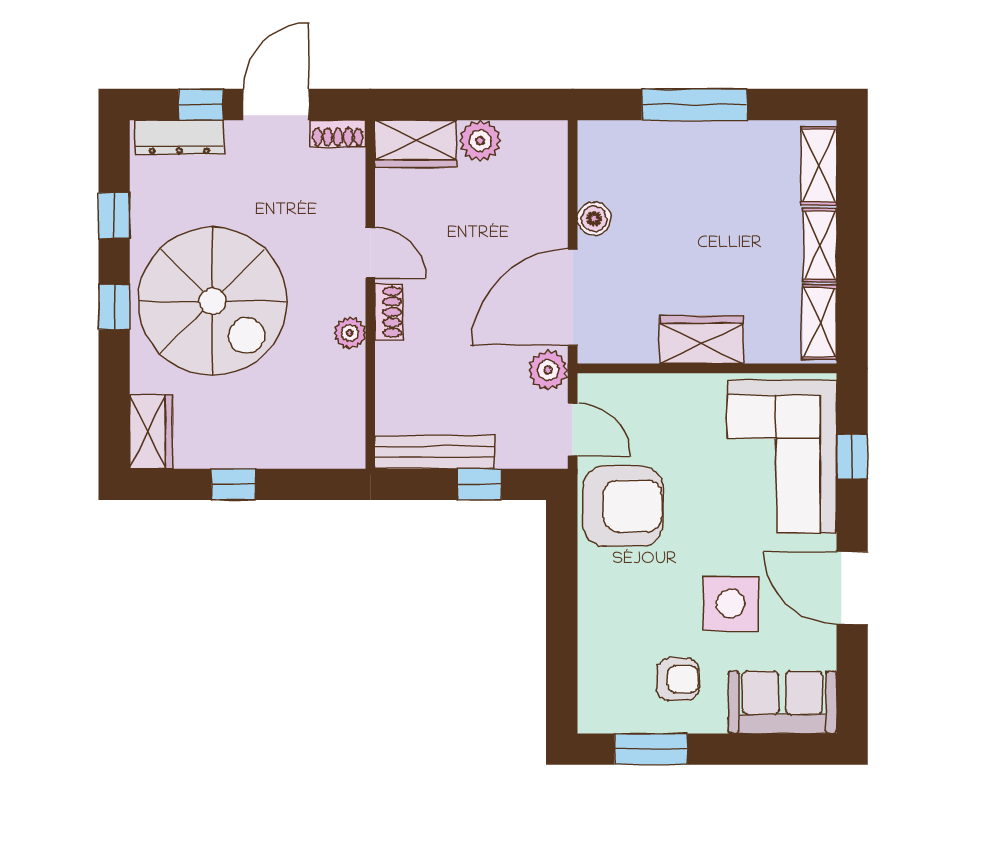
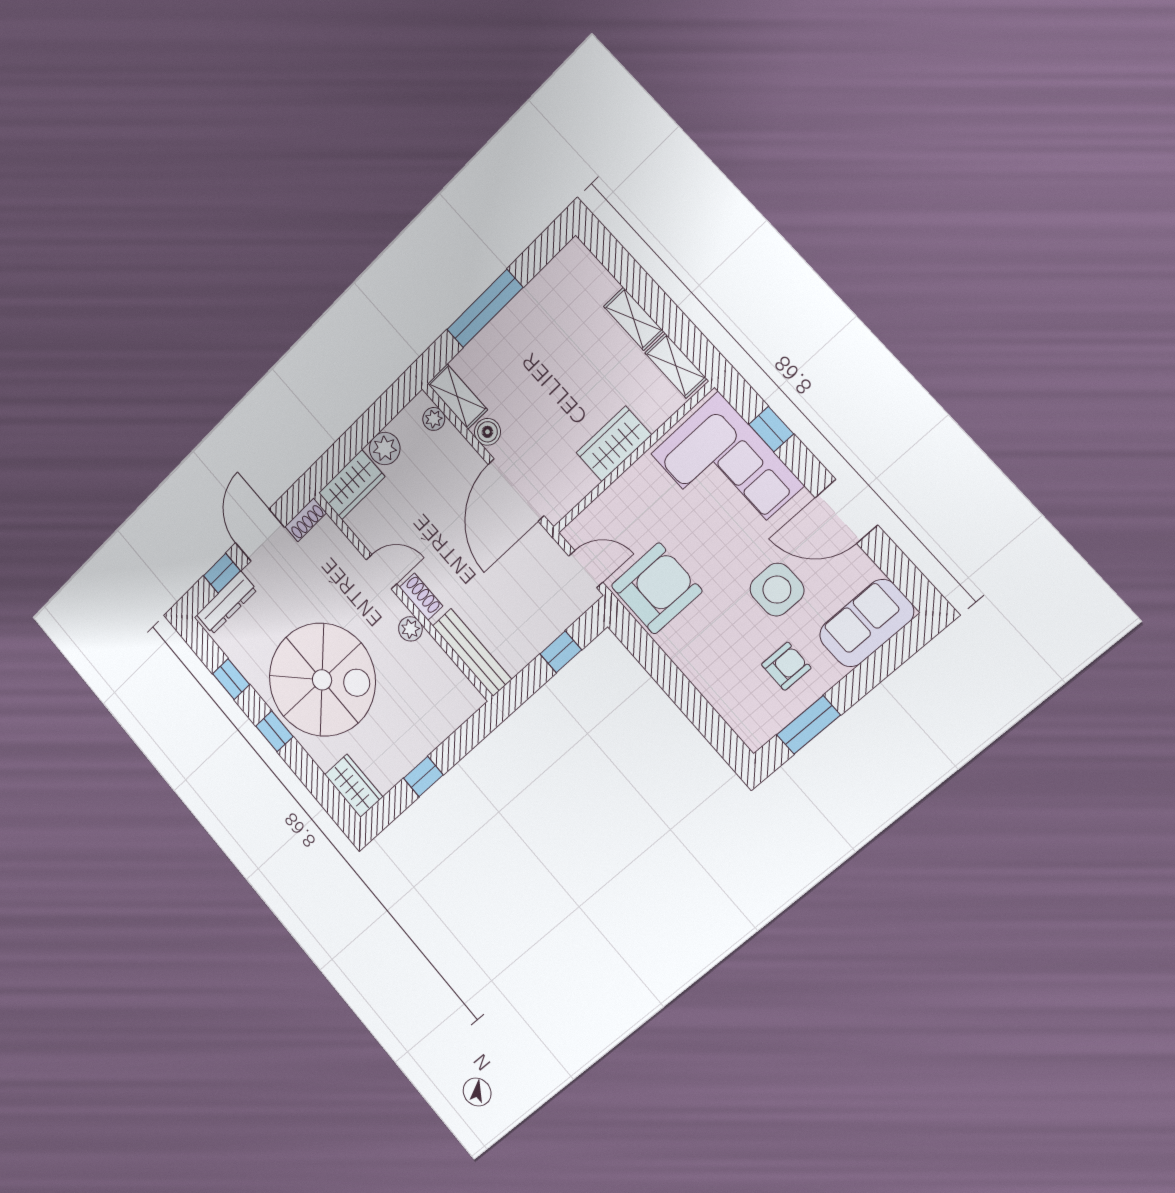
shelving: (819, 166) -> (457, 397), moved
plant: (548, 370) -> (434, 419), moved, width x0.73, depth x0.73
bench: (435, 452) -> (472, 652), moved, turned 90

